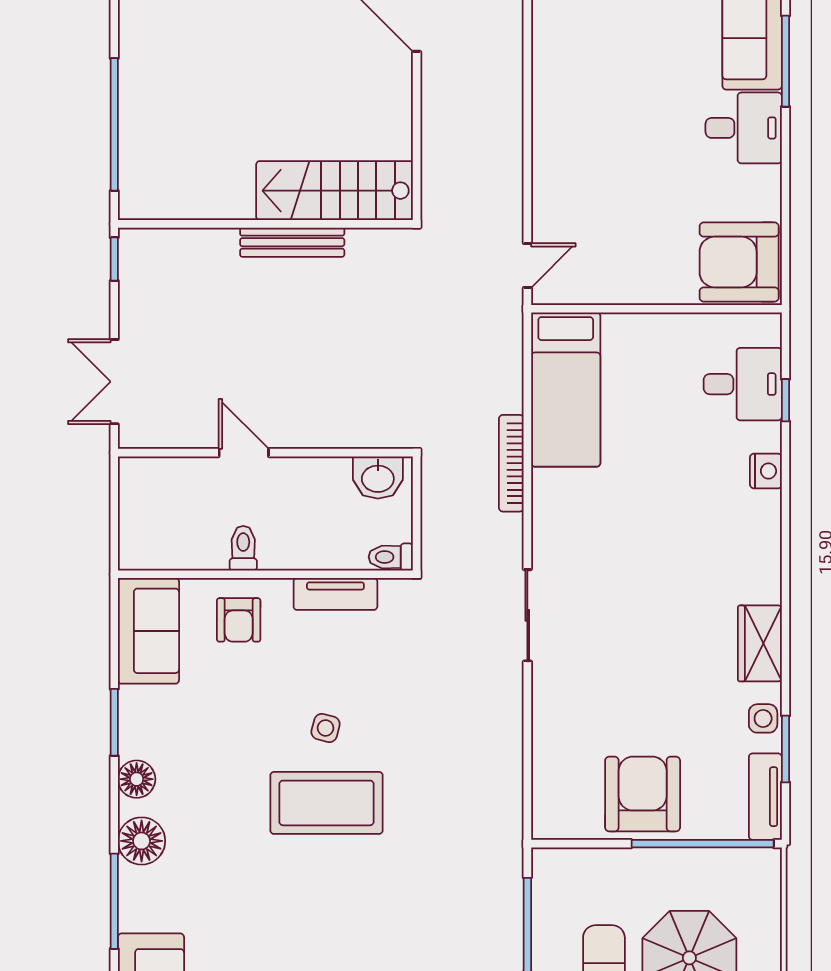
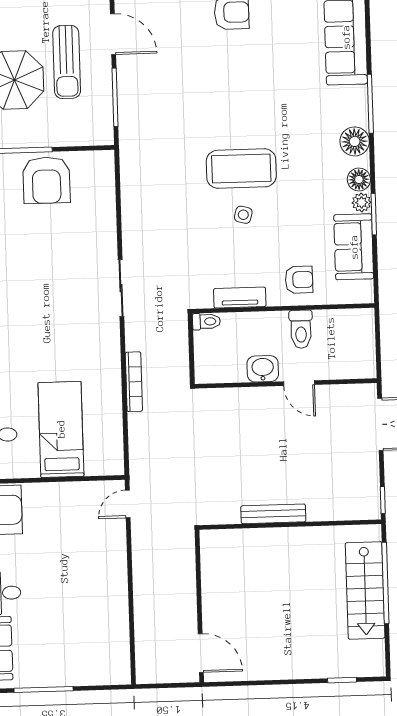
stairs: (335, 191) -> (365, 590), moved, turned 90
bed: (566, 389) -> (61, 429), moved
washbasin: (378, 477) -> (263, 369), moved
toilet: (243, 548) -> (301, 329), width x1.37, depth x1.39
armchair: (239, 620) -> (299, 280), turned 90
sofa: (148, 631) -> (354, 247), moved
plant: (134, 742) -> (361, 202), added

